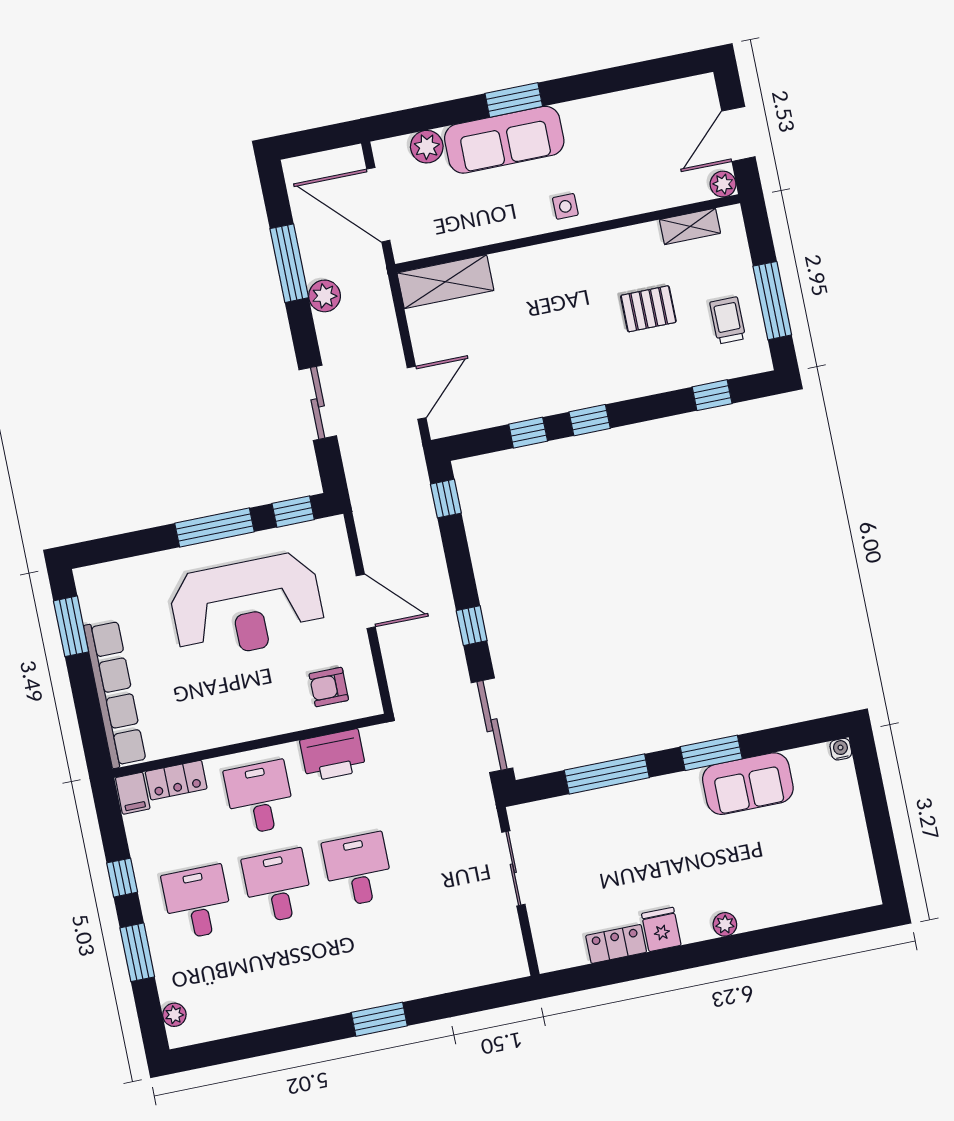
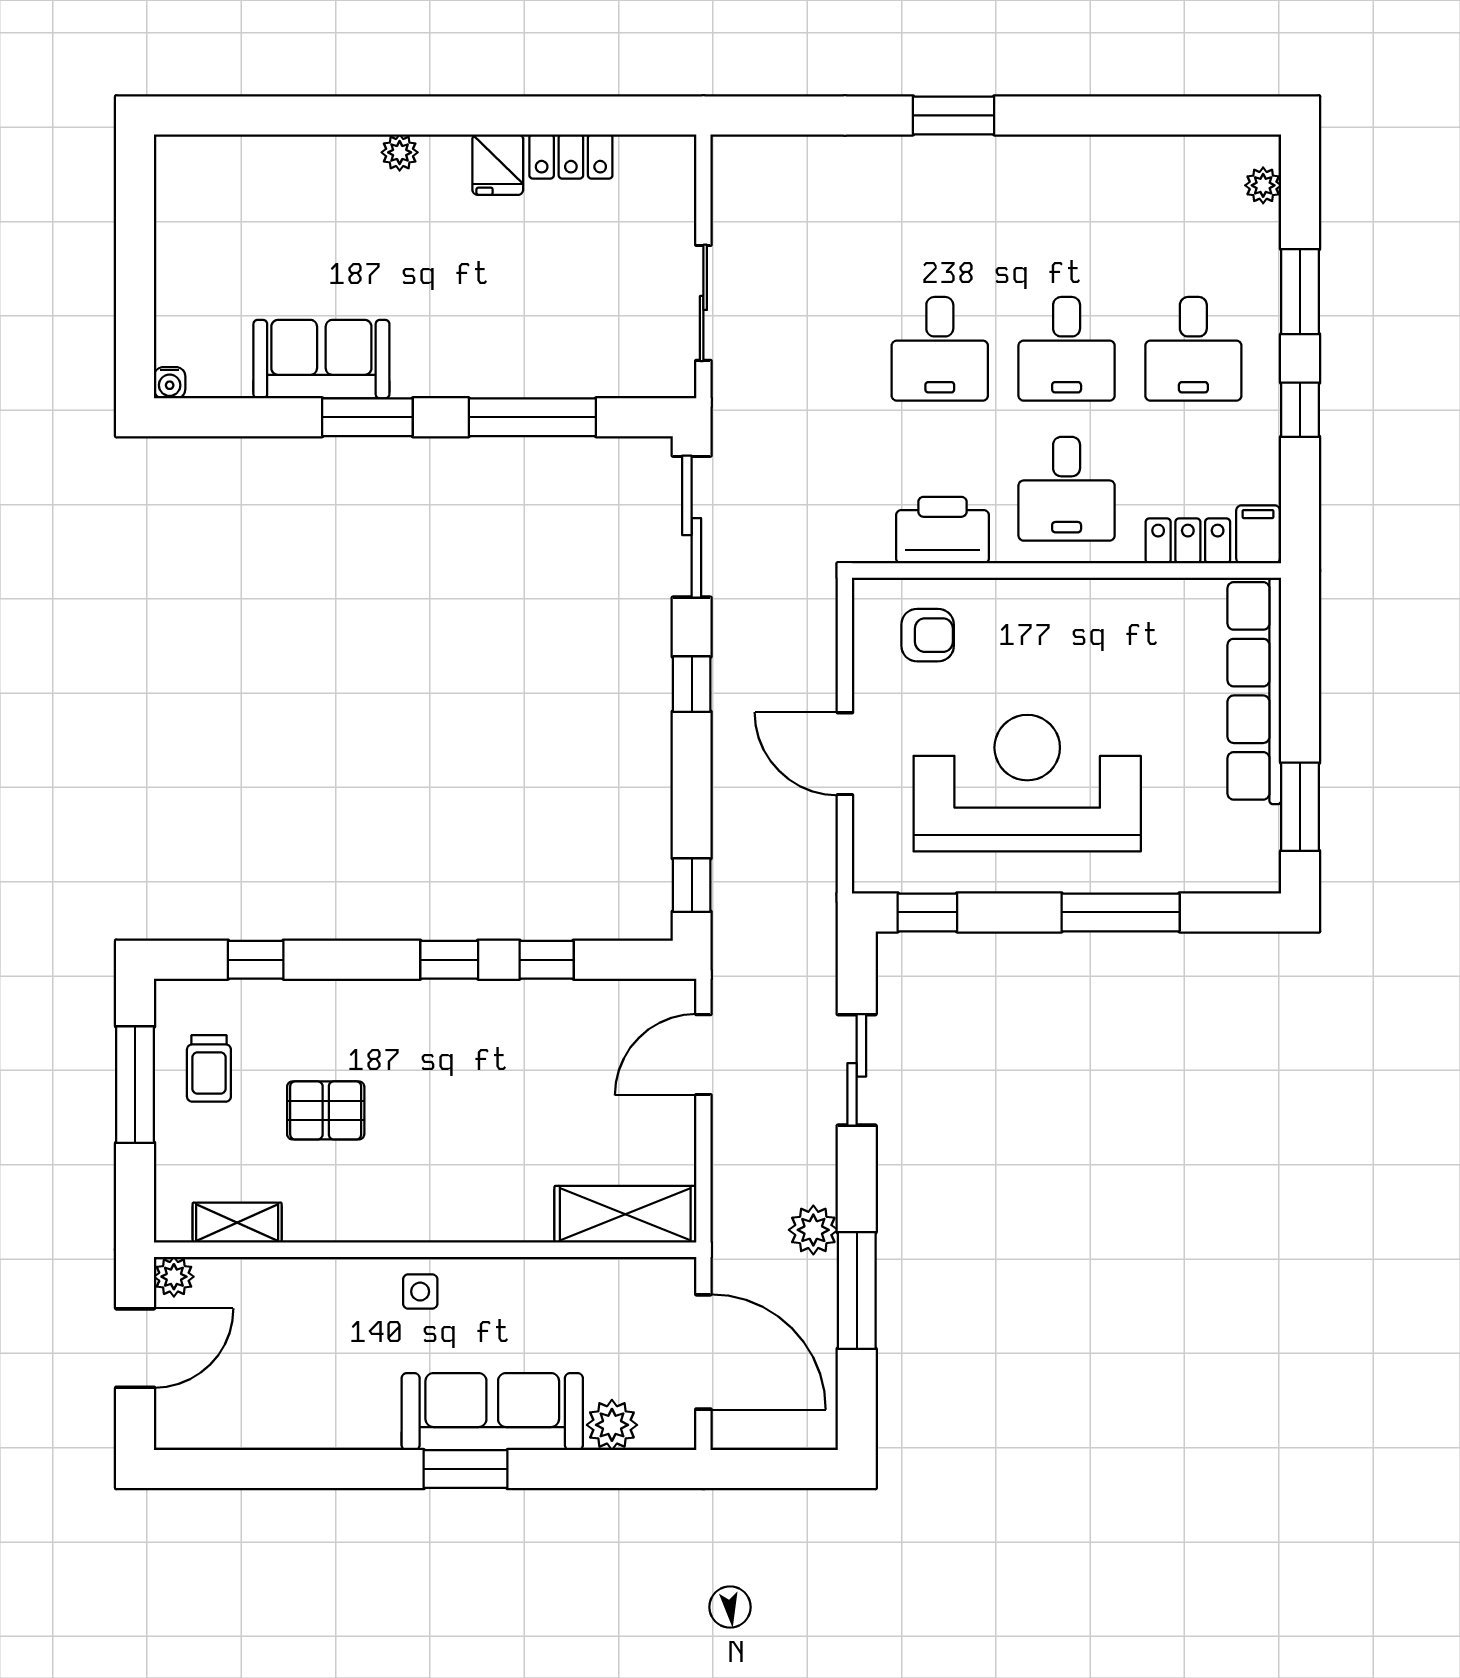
window: (214, 528) -> (1121, 912), moved

